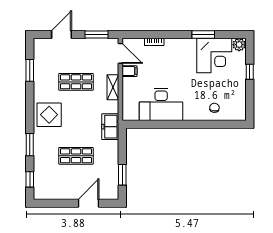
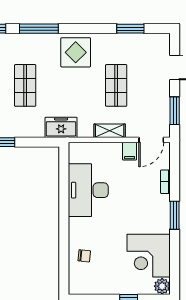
window: (203, 34) -> (175, 215), moved
window: (30, 145) -> (39, 29), width x1.44

